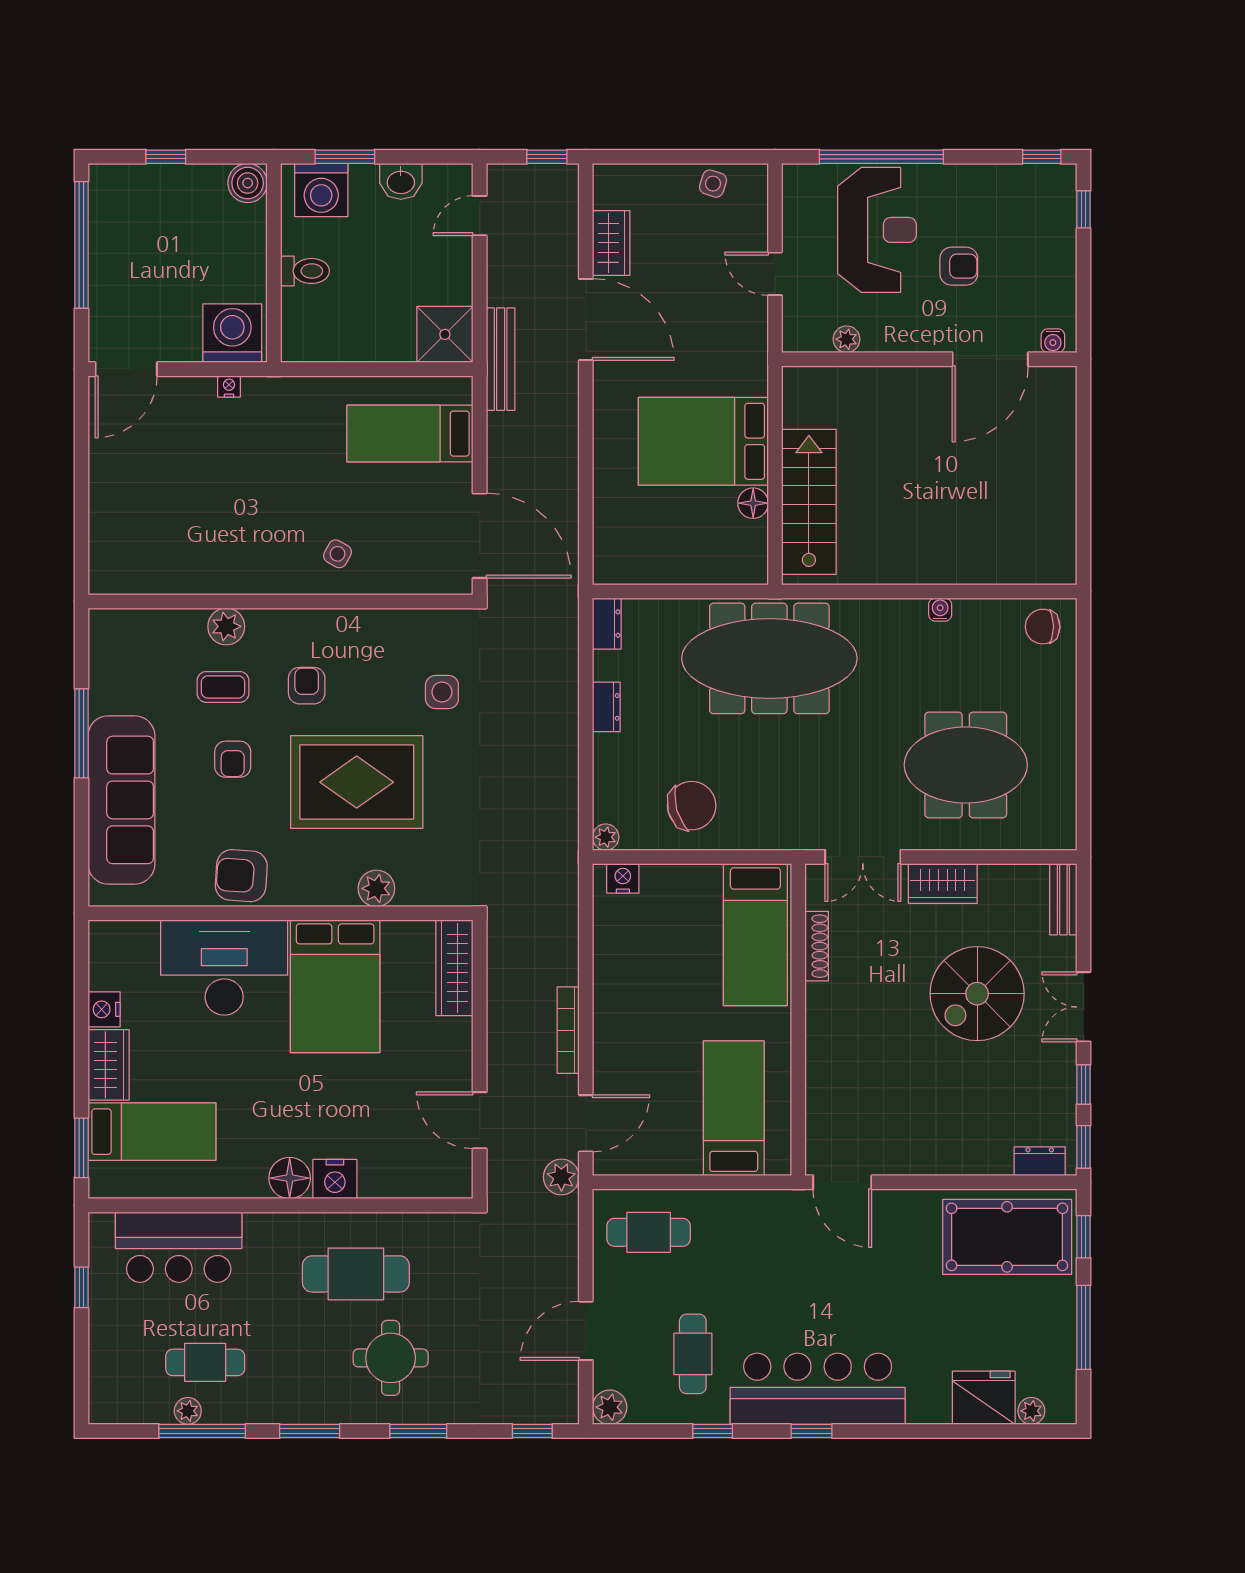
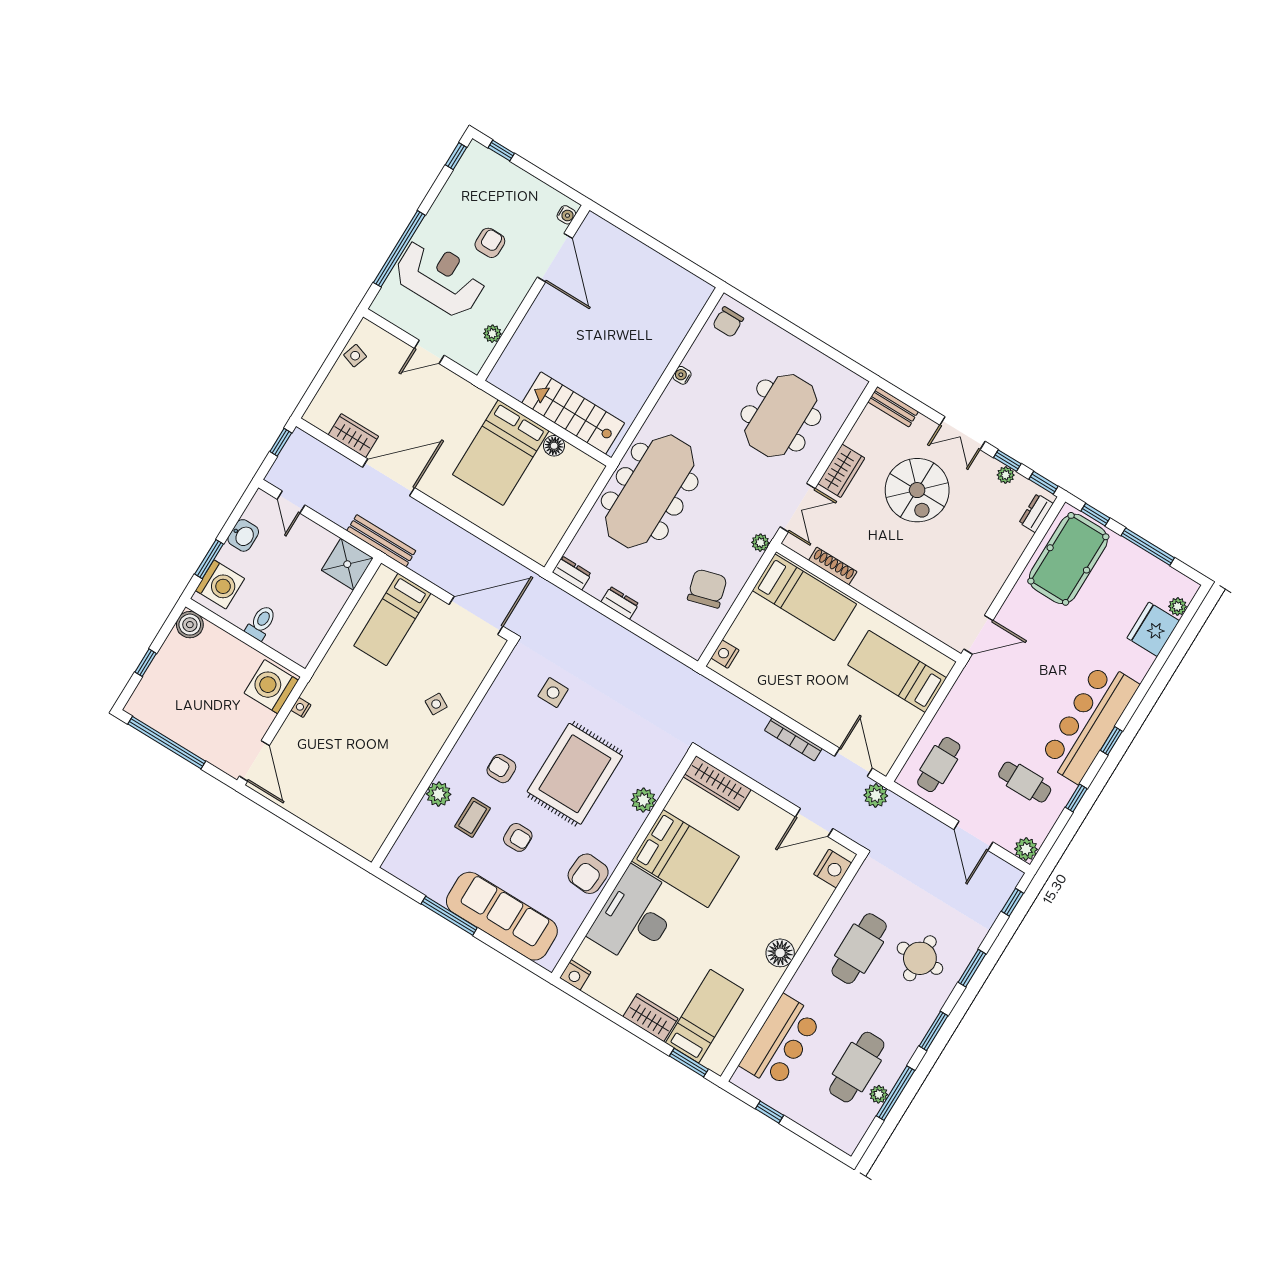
plant: (606, 837) -> (760, 543), moved
nightstand: (104, 1009) -> (575, 975), moved
plant: (1064, 1093) -> (1006, 475), added
nightstand: (335, 1179) -> (833, 869), moved
cafe table: (205, 1362) -> (857, 1067), width x1.37, depth x1.35

